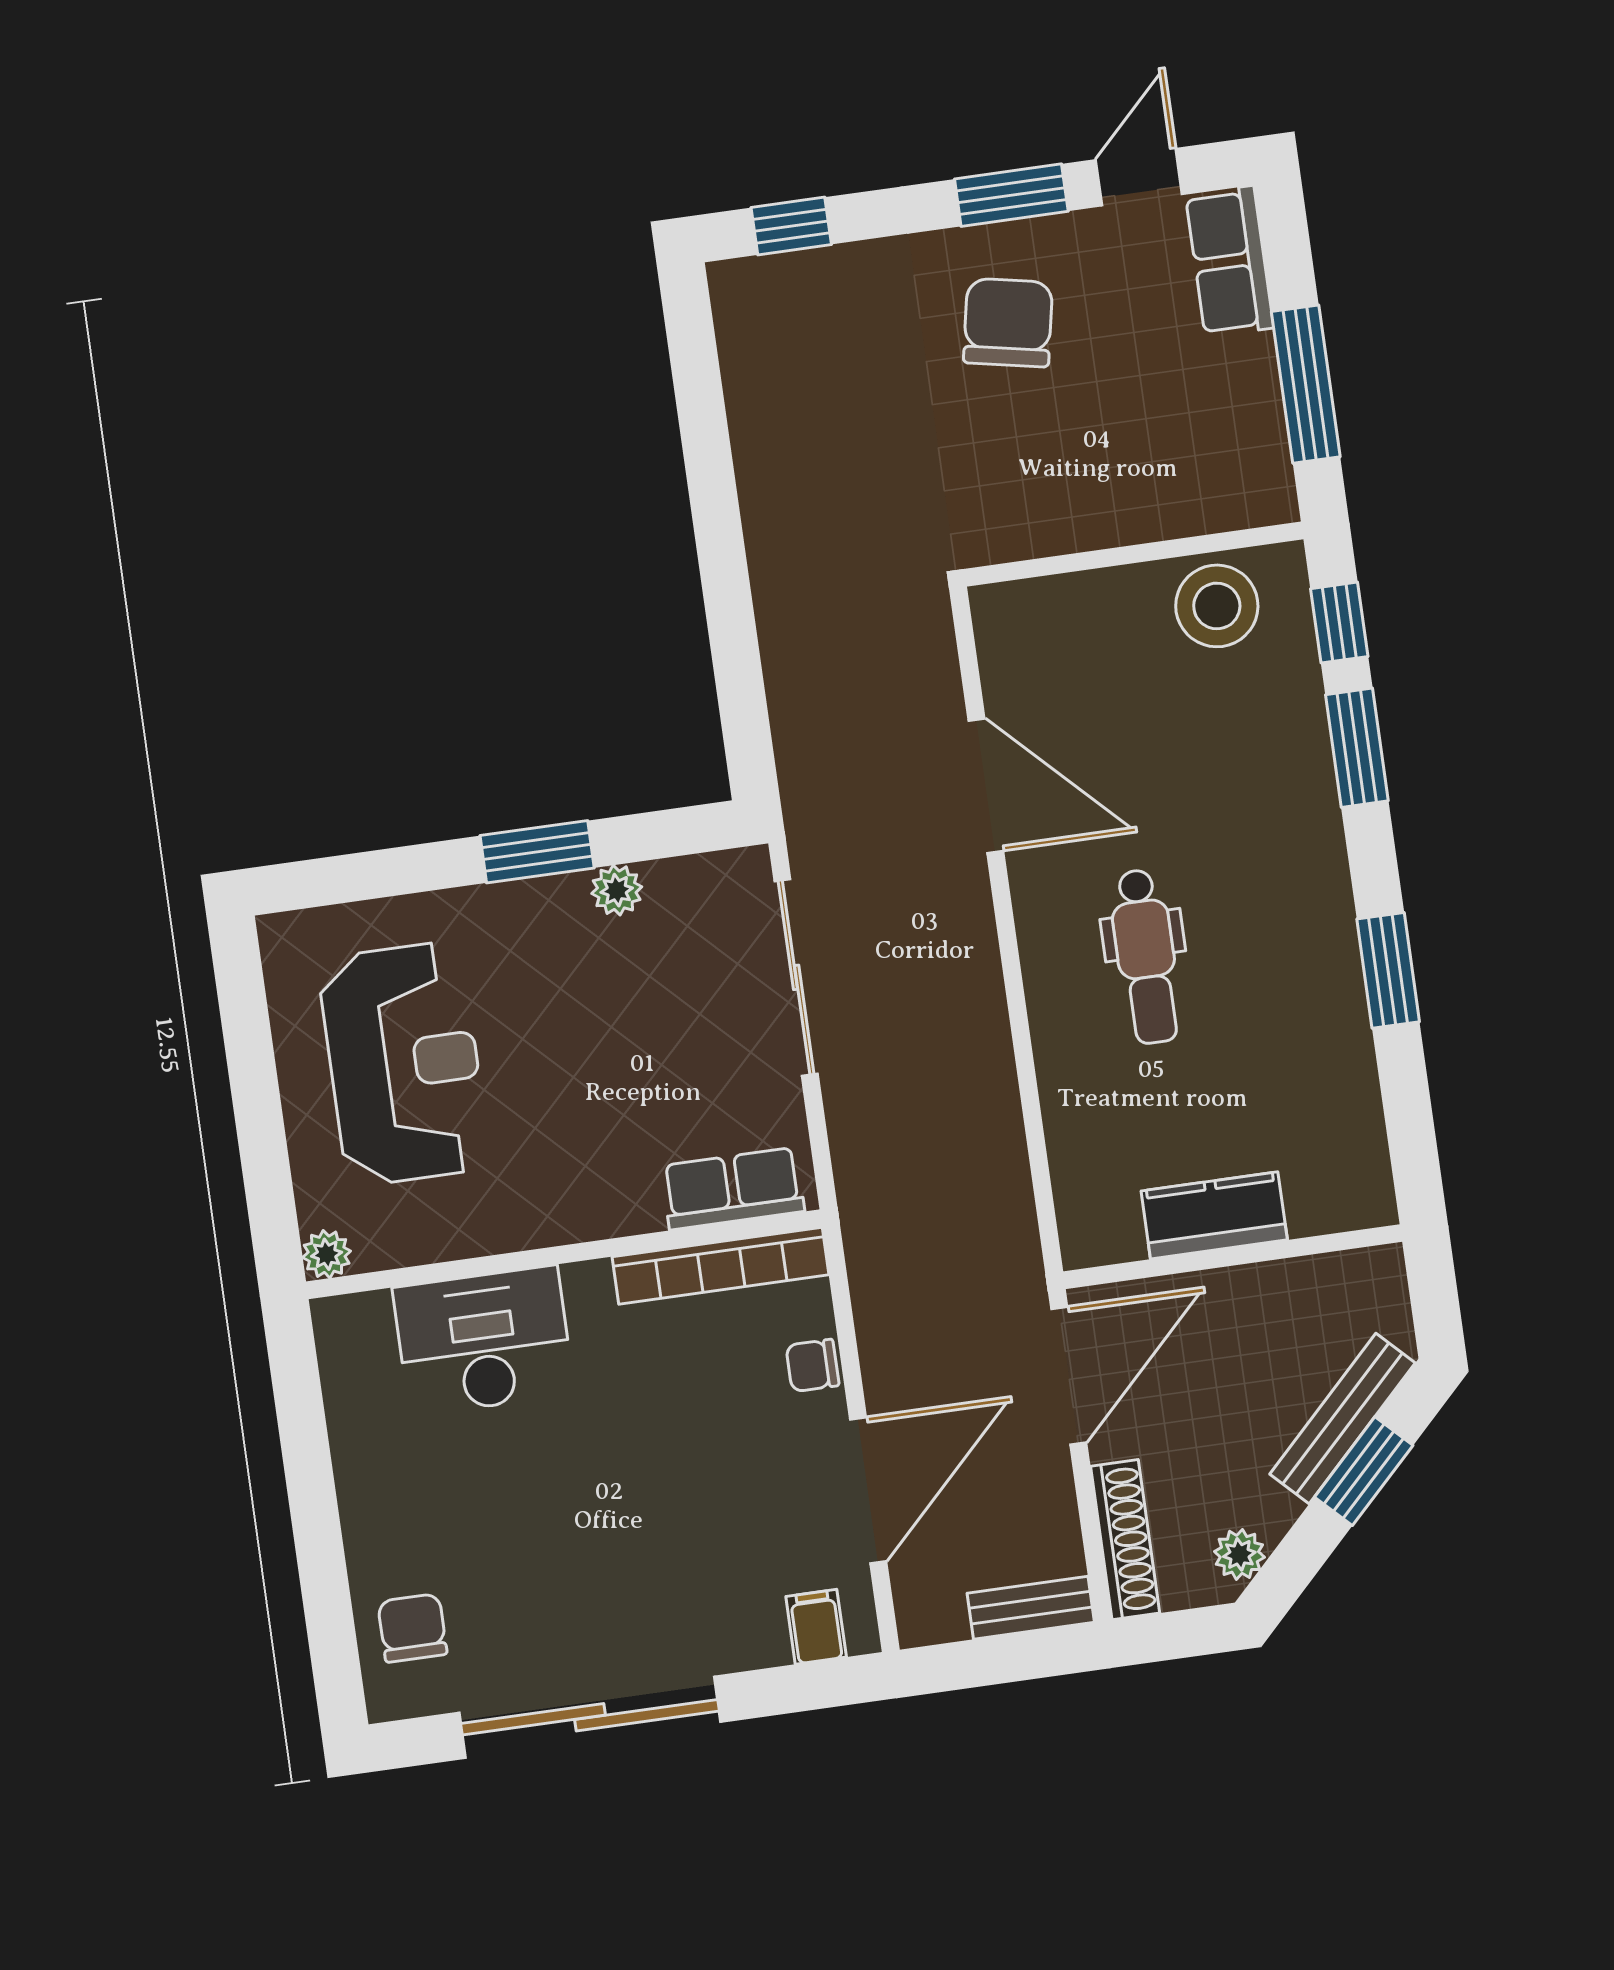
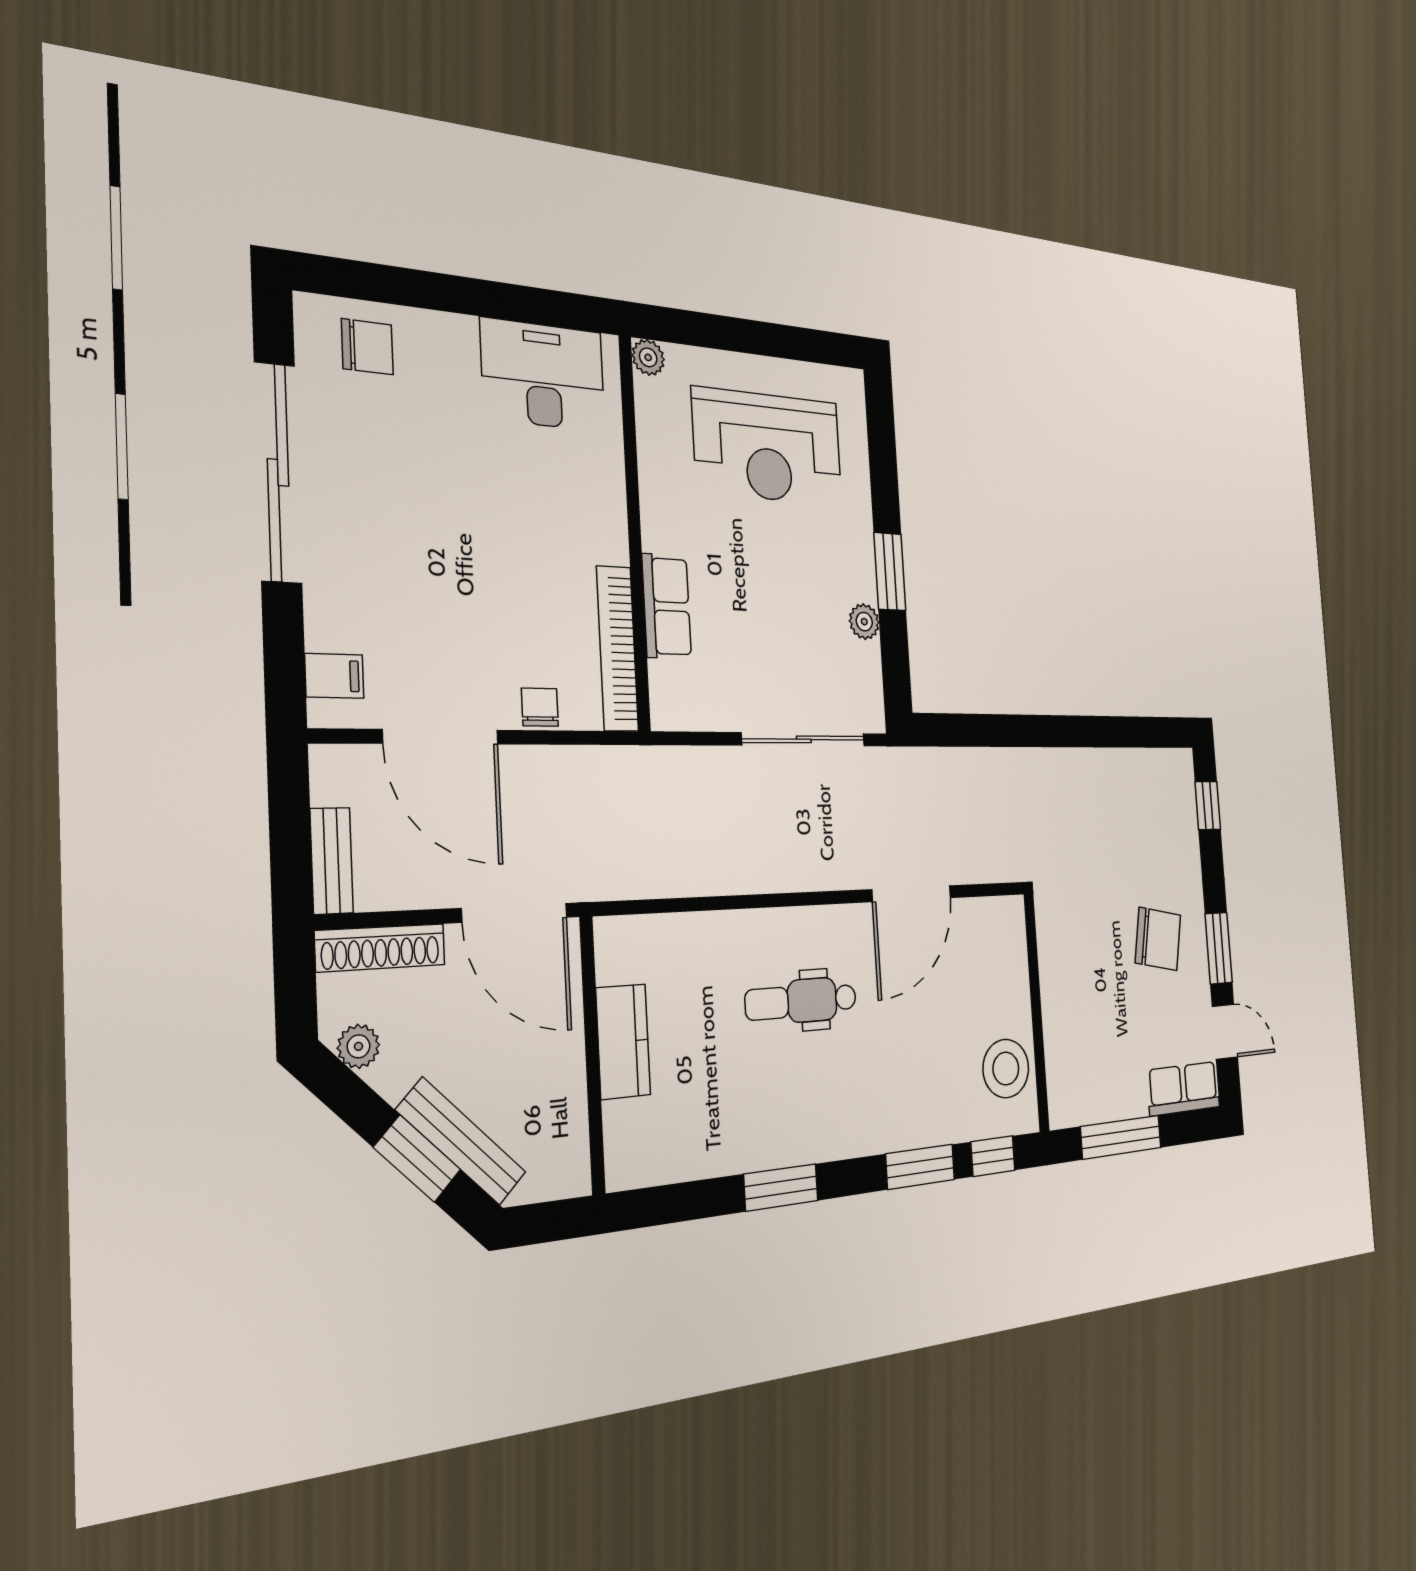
row of seats: (733, 1189) -> (667, 606), moved
desk: (484, 1341) -> (543, 375), moved, turned -90

